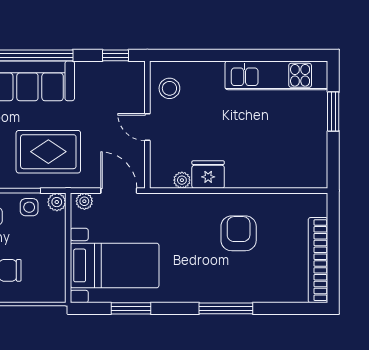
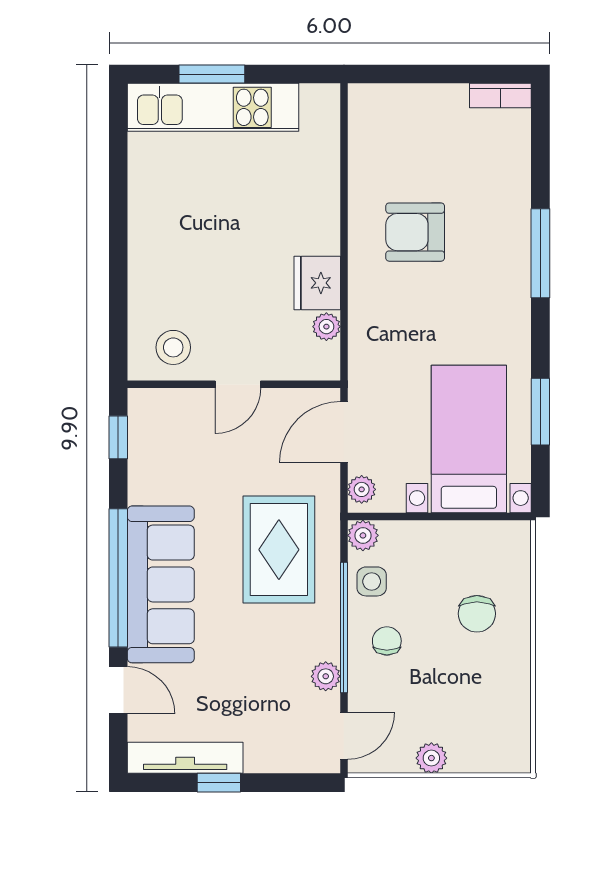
kitchen unit: (276, 75) -> (213, 107), moved, turned 90
bookcase: (318, 260) -> (500, 96), width x0.43, depth x0.76

